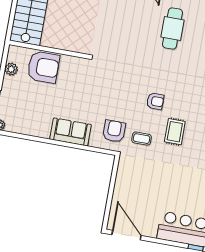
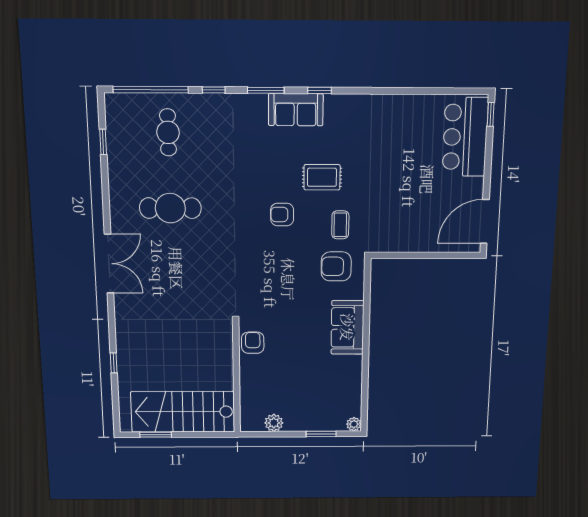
armchair: (43, 67) -> (253, 343), moved, width x0.53, depth x0.53
armchair: (155, 101) -> (282, 214), turned -90

